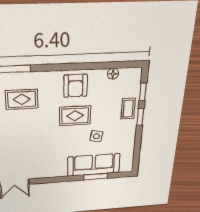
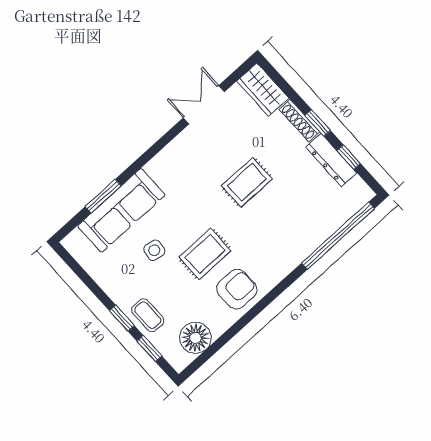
floor lamp: (113, 74) -> (195, 338), width x1.89, depth x1.89
armchair: (75, 86) -> (237, 289), turned 90
rug: (22, 99) -> (247, 182), moved

